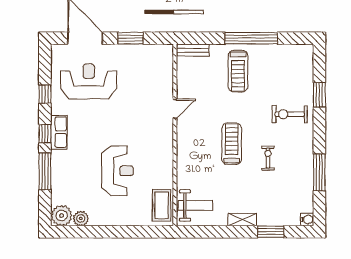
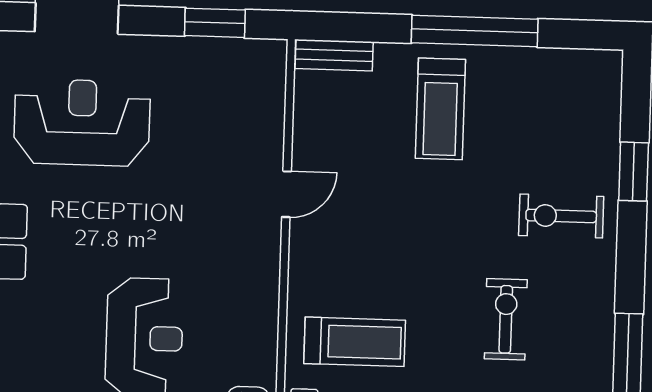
window: (131, 38) -> (215, 23), moved
treadmill: (232, 144) -> (355, 342), moved, turned 90
exercise bike: (268, 158) -> (506, 319), width x1.38, depth x1.39

